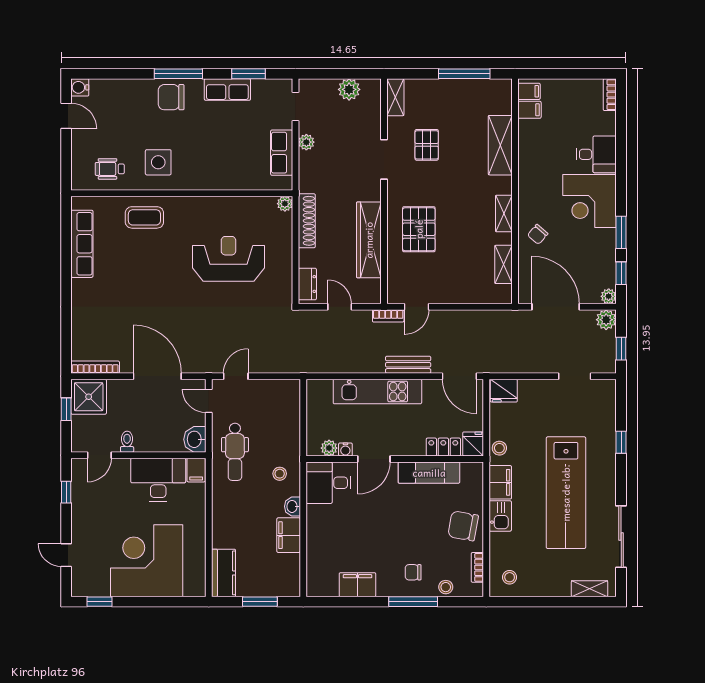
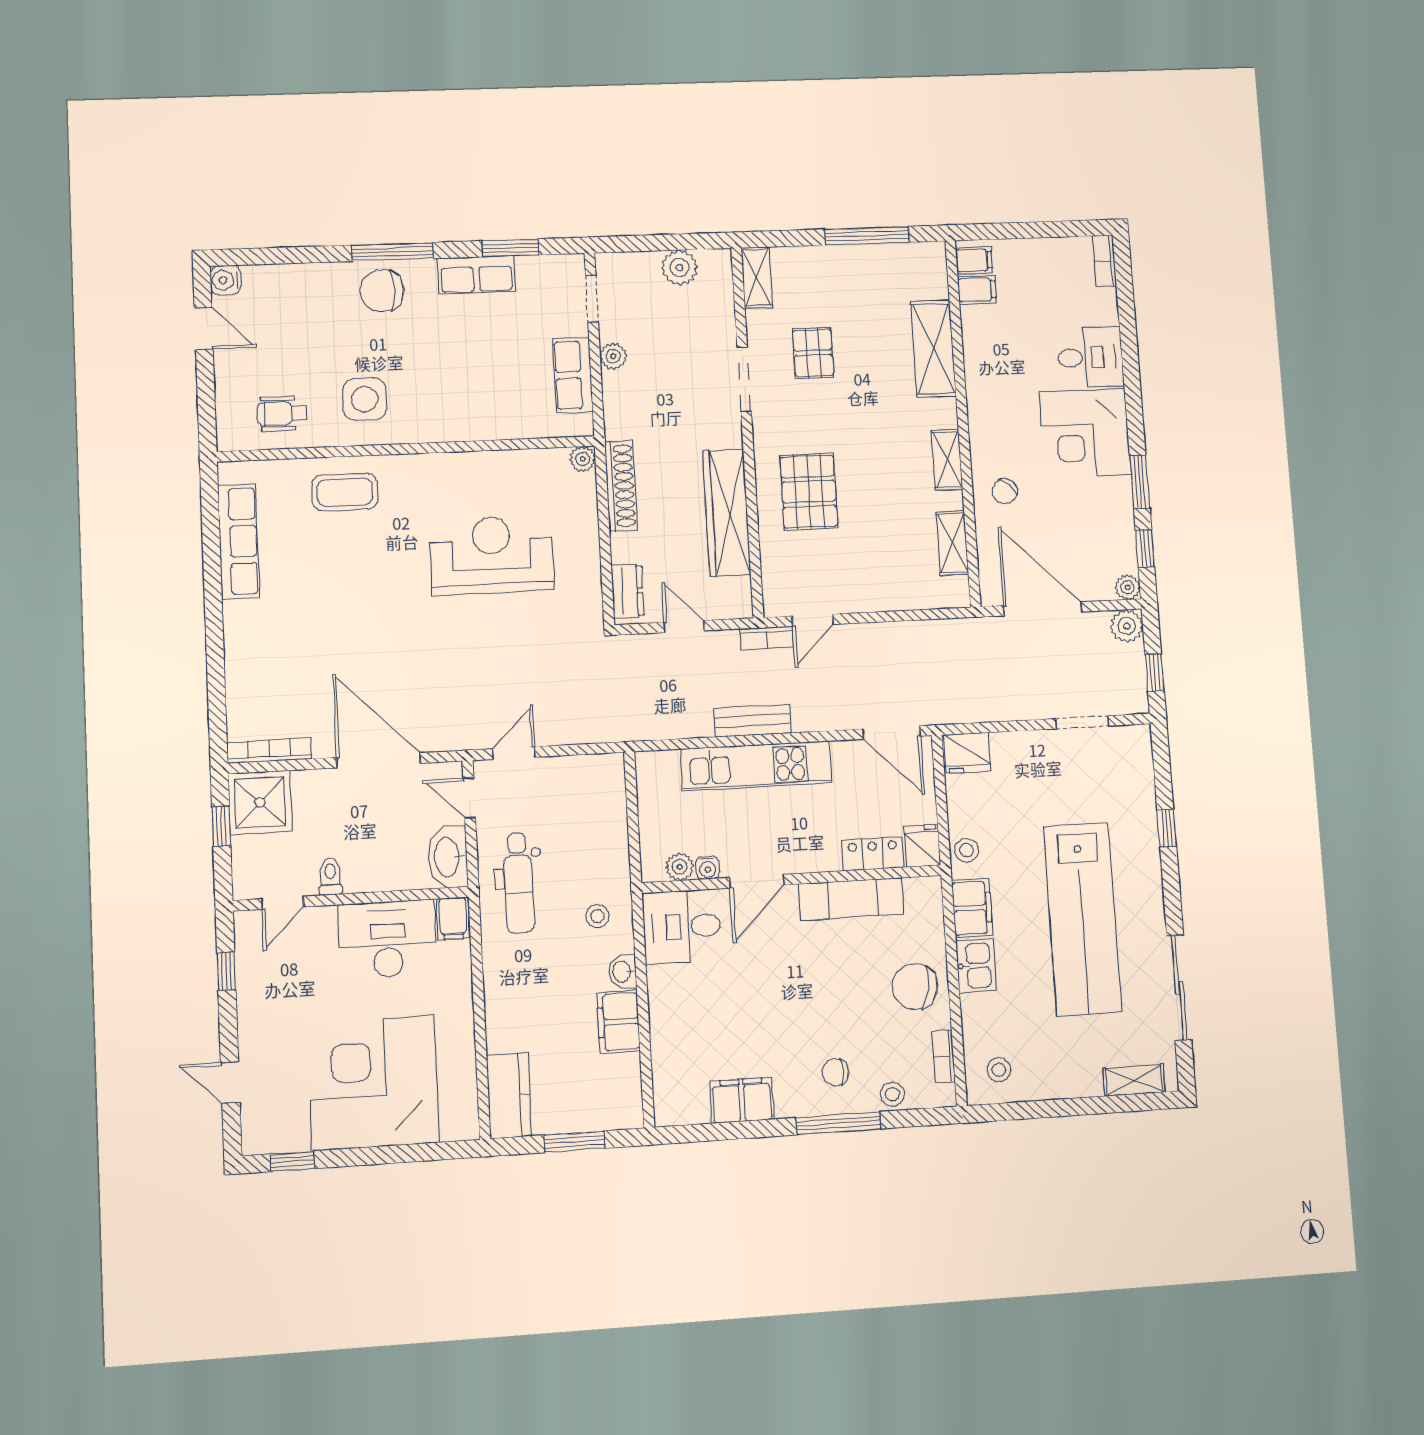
bench: (408, 365) -> (752, 721), moved
washbasin: (195, 439) -> (448, 857), width x1.38

